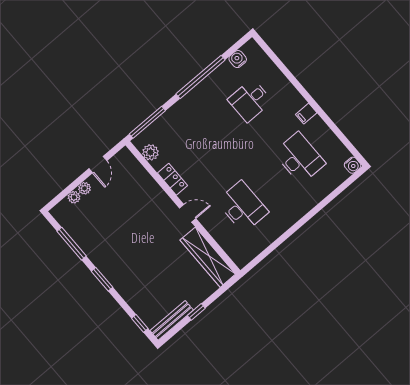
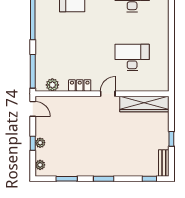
door: (98, 165) -> (33, 109), moved
window: (78, 182) -> (33, 143), added
plant: (74, 197) -> (40, 165), moved
window: (72, 244) -> (67, 179), width x0.69
bench: (172, 320) -> (164, 163), width x0.73

